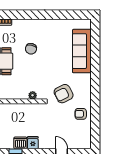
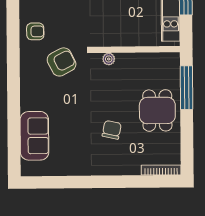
sofa: (82, 51) -> (34, 136), width x0.73

